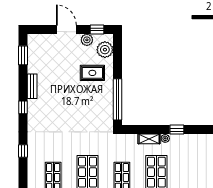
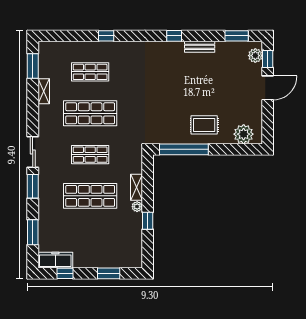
window: (97, 30) -> (268, 59), moved
plant: (87, 40) -> (255, 56), moved
rug: (92, 73) -> (204, 125), moved, turned 90
window: (23, 151) -> (106, 36), moved

